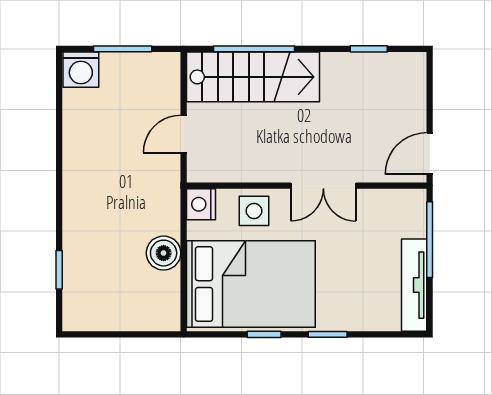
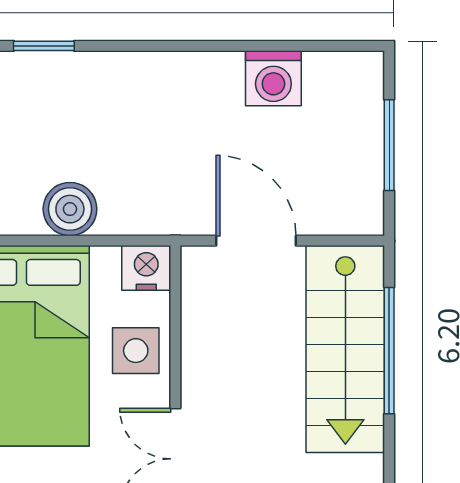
washing machine: (81, 70) -> (273, 78), moved, turned -90
door: (184, 134) -> (256, 241), width x1.38

